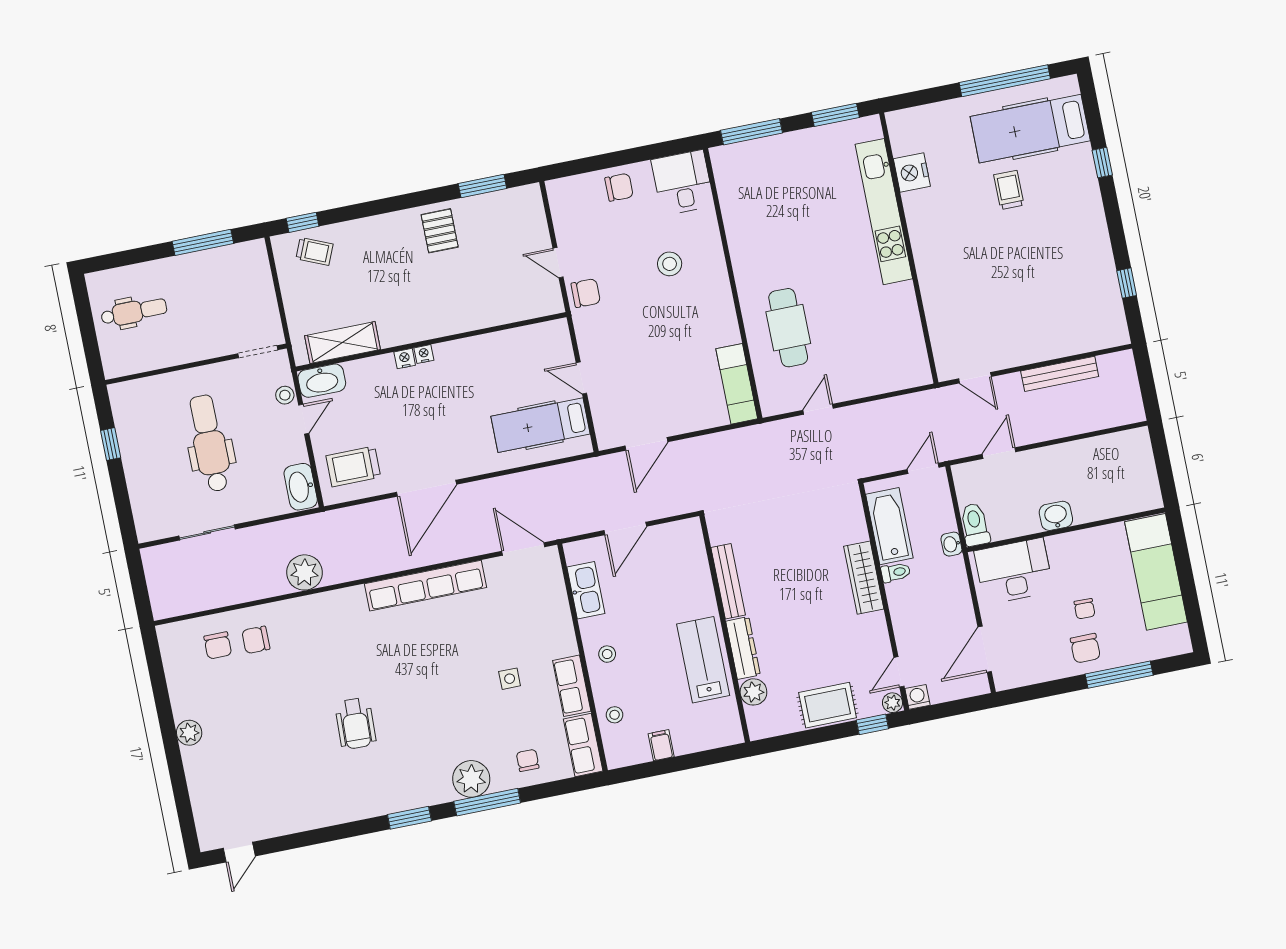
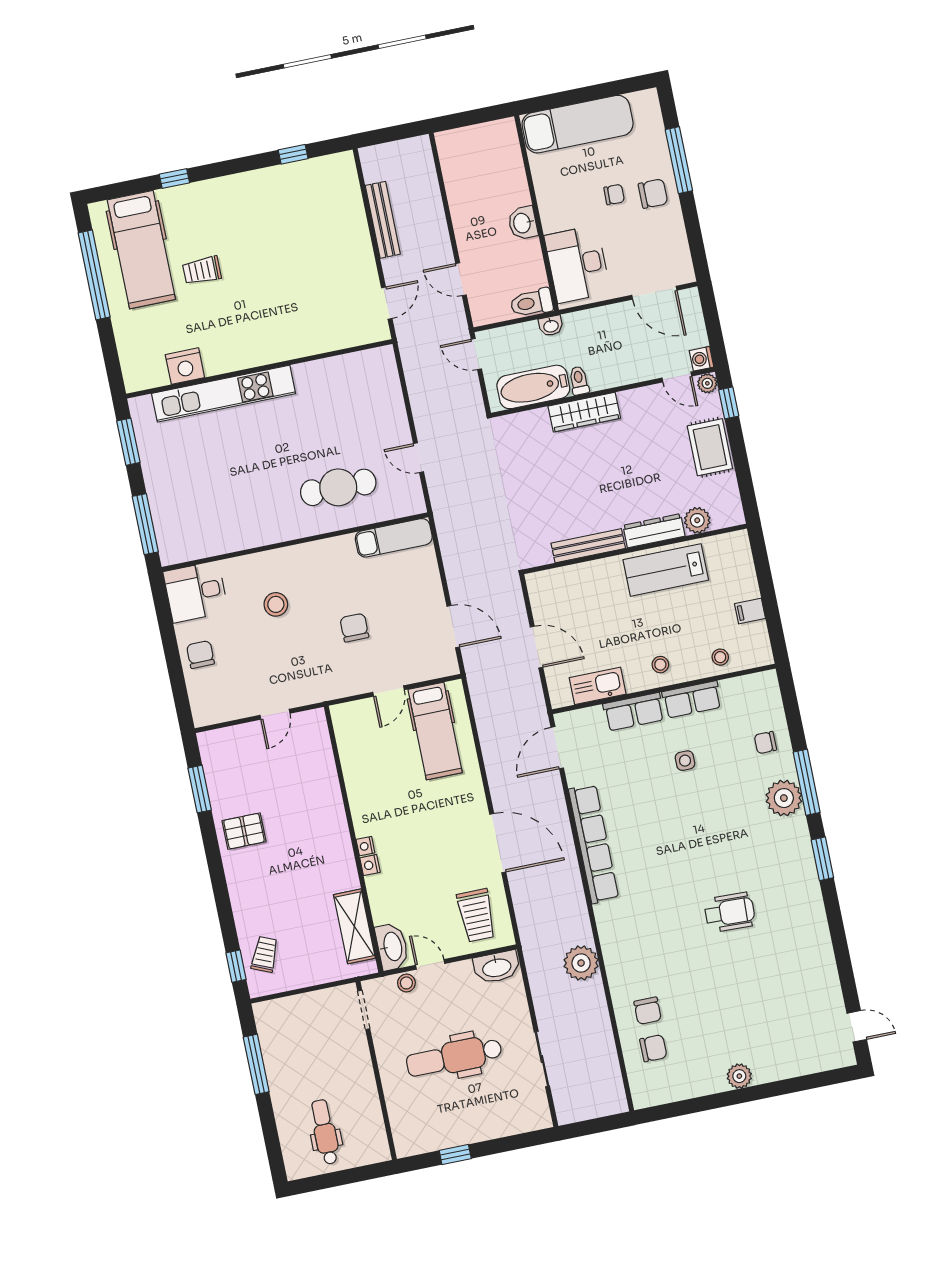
chair: (586, 293) -> (354, 628), moved
row of seats: (583, 745) -> (634, 712), moved

